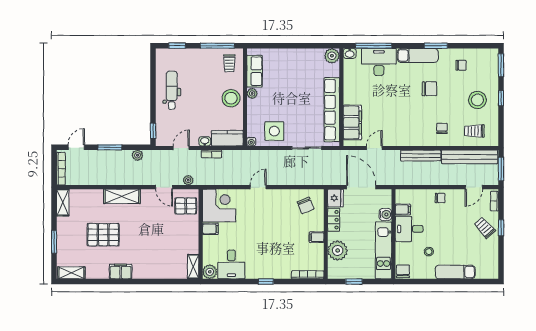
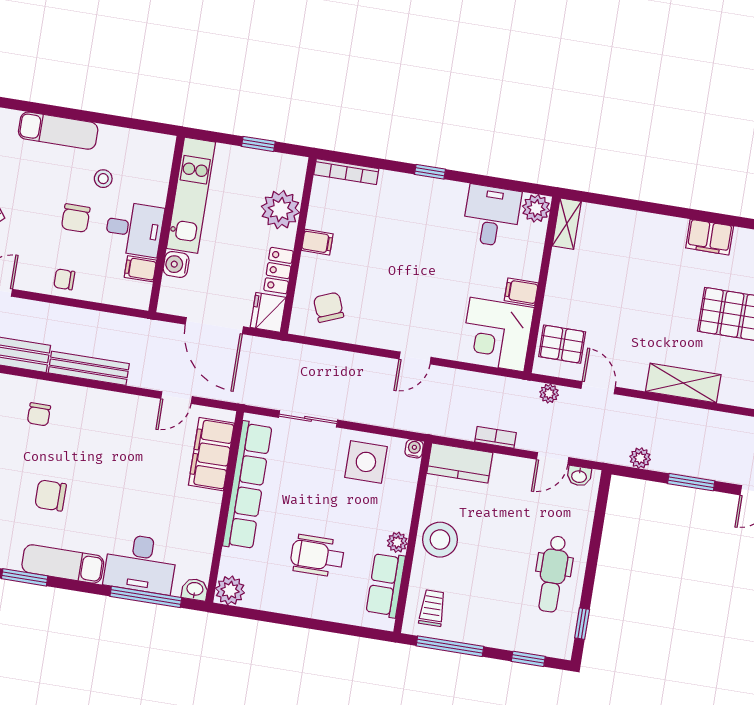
wheelchair: (291, 80) -> (317, 556), added
window: (153, 131) -> (582, 624), moved
washbasin: (205, 141) -> (579, 476), moved
chair: (403, 271) -> (76, 218), moved

